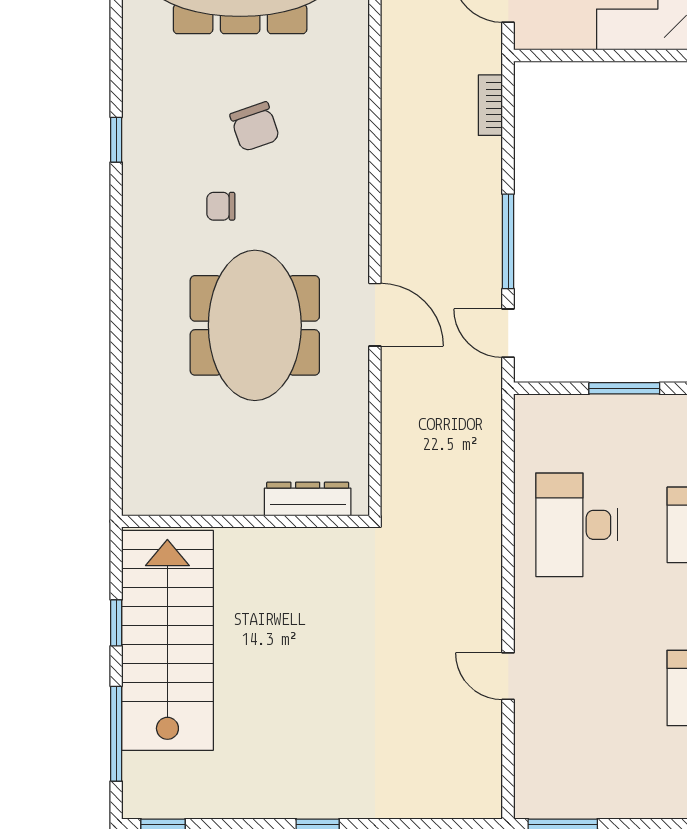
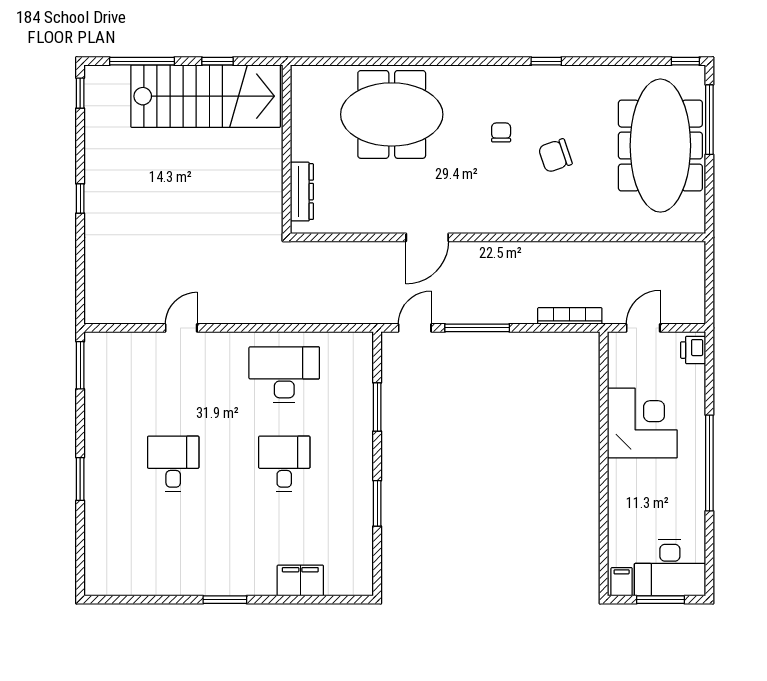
bookcase: (490, 105) -> (570, 316), width x1.56
meeting table: (255, 325) -> (392, 114), moved

